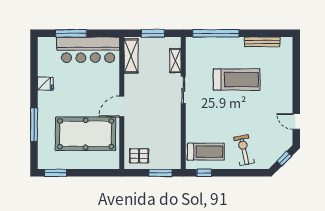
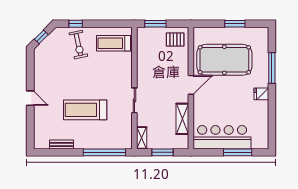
bench: (262, 42) -> (62, 144), width x0.73
shelving: (131, 56) -> (182, 119), moved
shelving: (175, 61) -> (142, 138), moved
fridge: (46, 84) -> (261, 94), moved
door: (296, 121) -> (30, 98), moved
window: (56, 173) -> (235, 24), moved
window: (204, 173) -> (76, 24), moved

